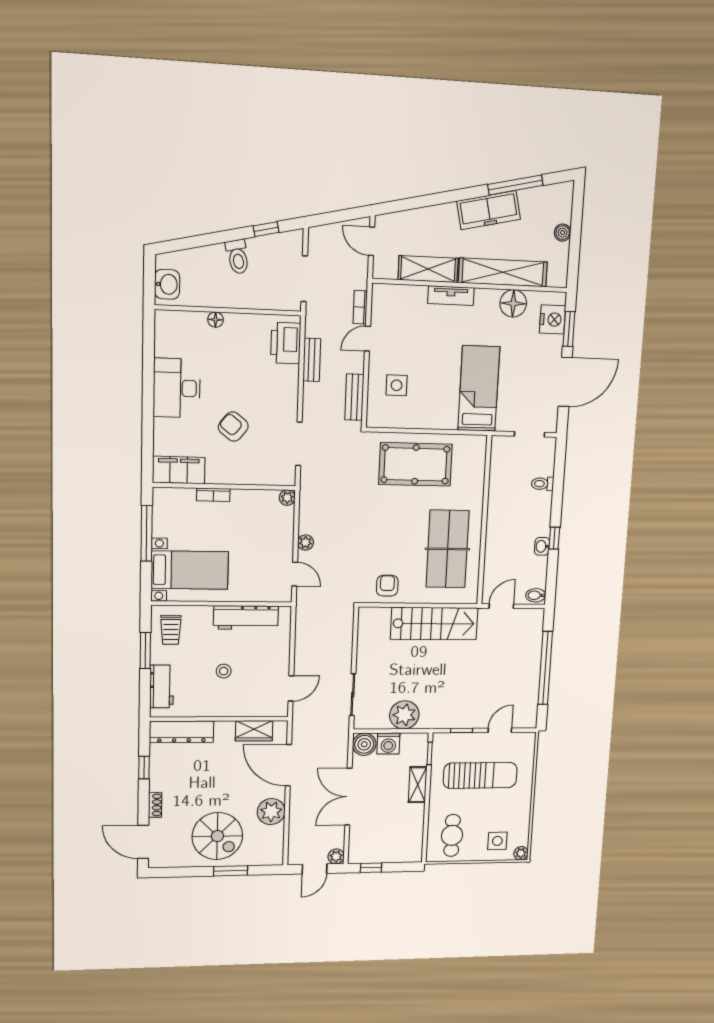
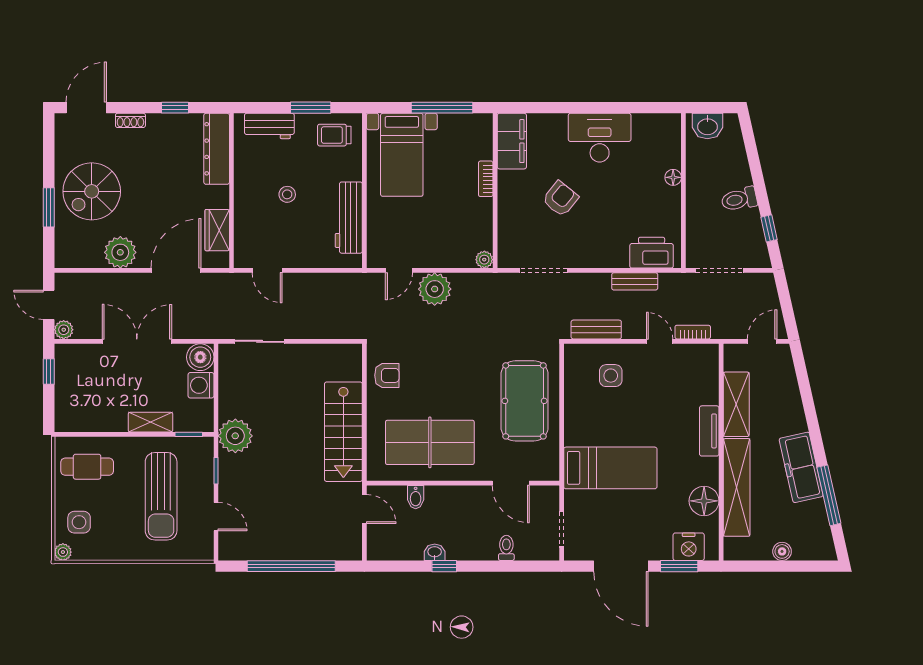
door: (487, 478) -> (511, 483), added
plant: (306, 542) -> (435, 289), width x1.87, depth x1.87
bidet: (536, 595) -> (416, 497), moved, turned 180
plant: (404, 715) -> (235, 436), moved

